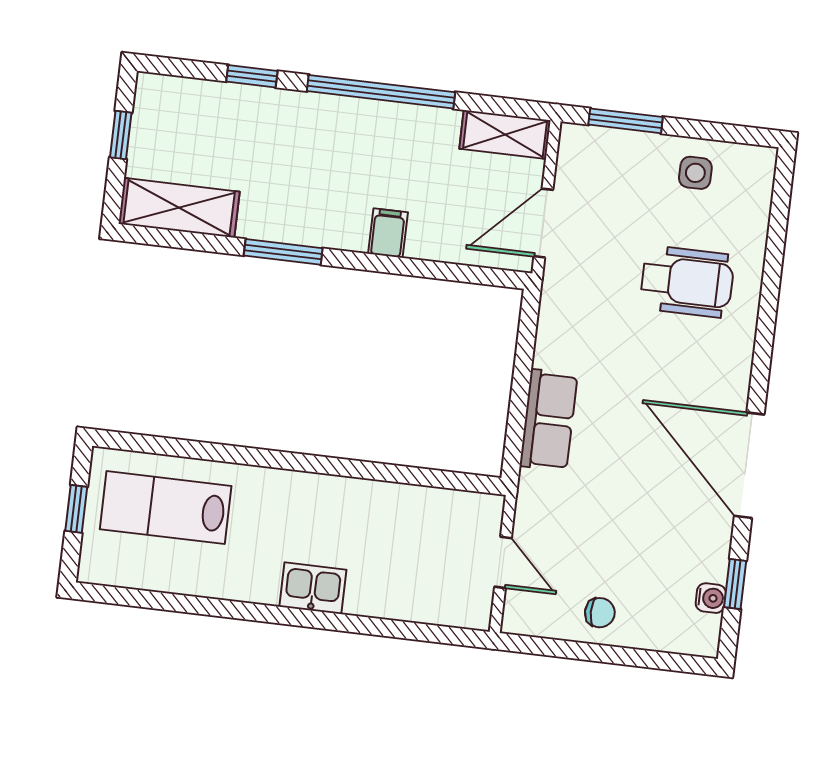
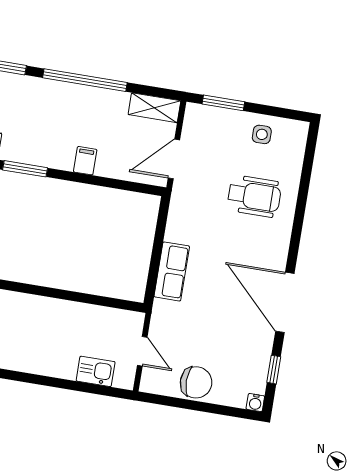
kitchen sink: (313, 588) -> (96, 371), moved
water cooler: (711, 598) -> (255, 403), moved, turned 90
chair: (600, 613) -> (196, 382), width x1.87, depth x1.87

